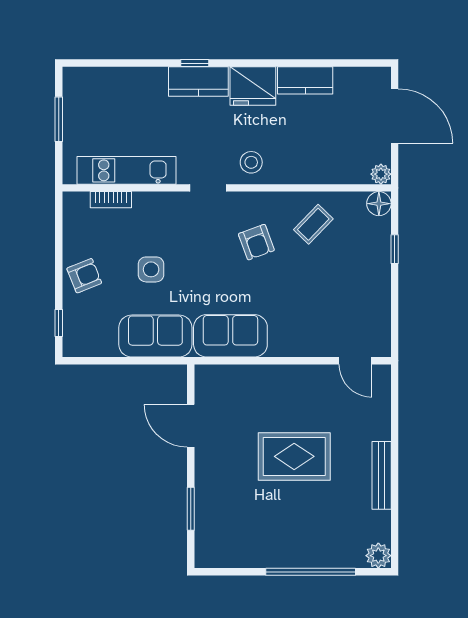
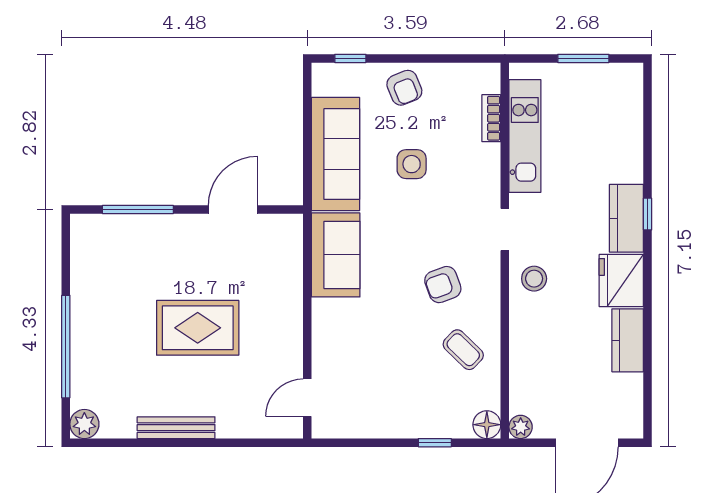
sofa: (155, 336) -> (335, 154), width x1.36
rug: (294, 456) -> (198, 328), turned 90
window: (191, 509) -> (138, 209), width x1.44

